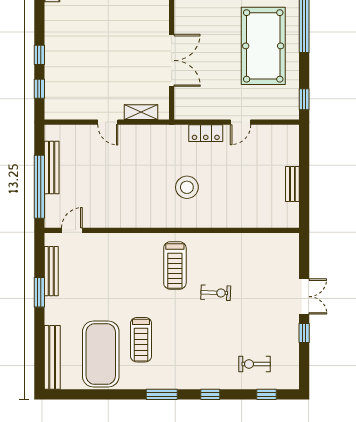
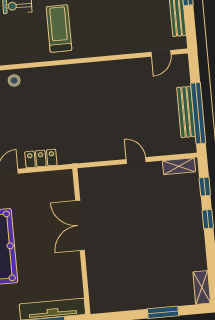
shelving: (141, 112) -> (179, 166), moved
window: (39, 187) -> (198, 113), moved
stool: (187, 187) -> (14, 81), moved, width x0.53, depth x0.53

